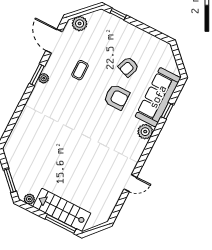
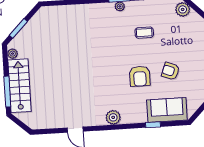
sofa: (158, 97) -> (167, 110), width x0.73
plant: (145, 132) -> (113, 117), moved

